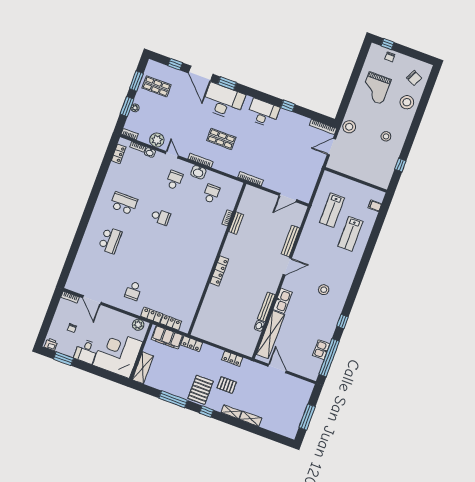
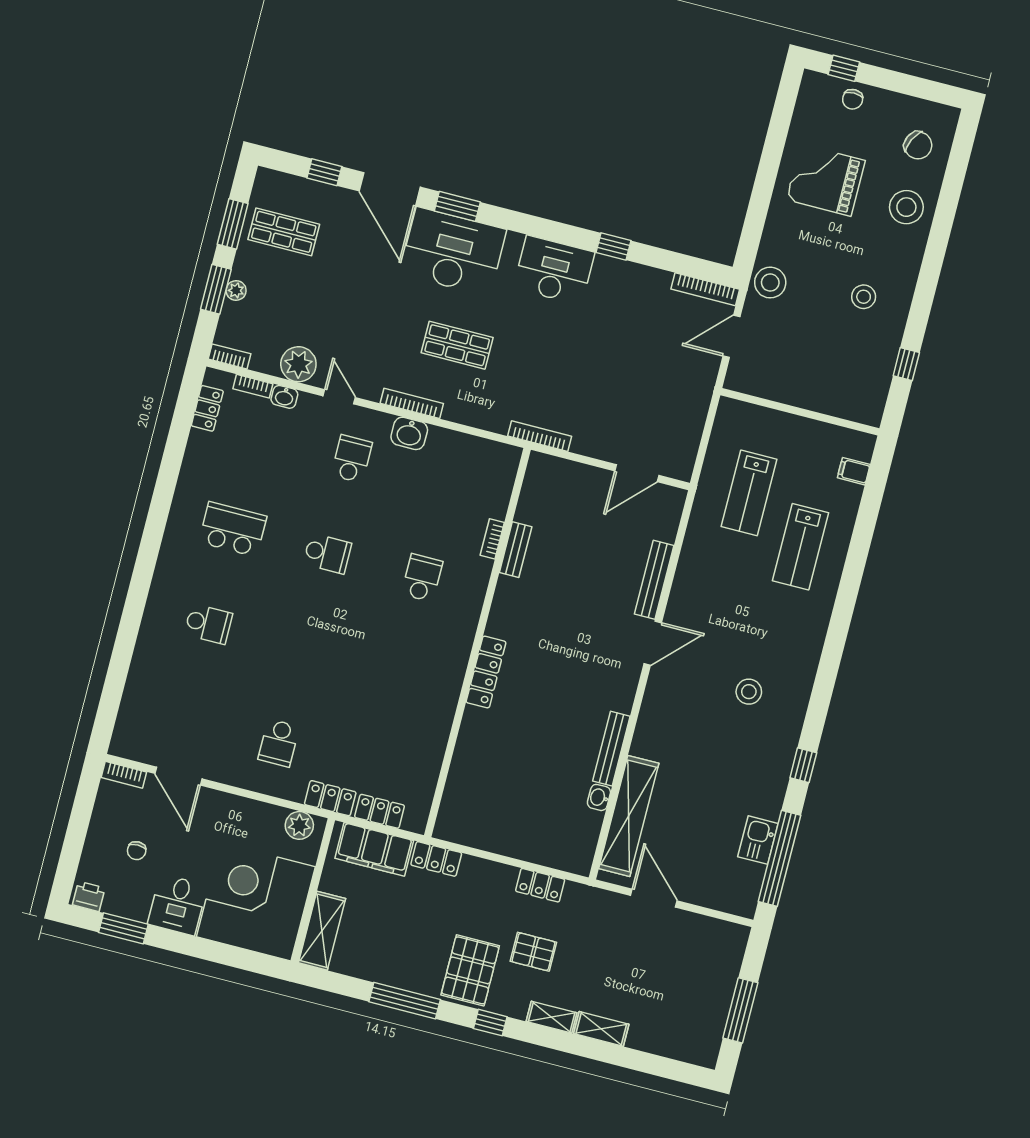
grand piano: (376, 88) -> (826, 180), turned 90
school desk: (211, 194) -> (422, 578), moved
school desk: (110, 240) -> (208, 624), width x0.54
kitchen sink: (283, 301) -> (650, 730), removed

